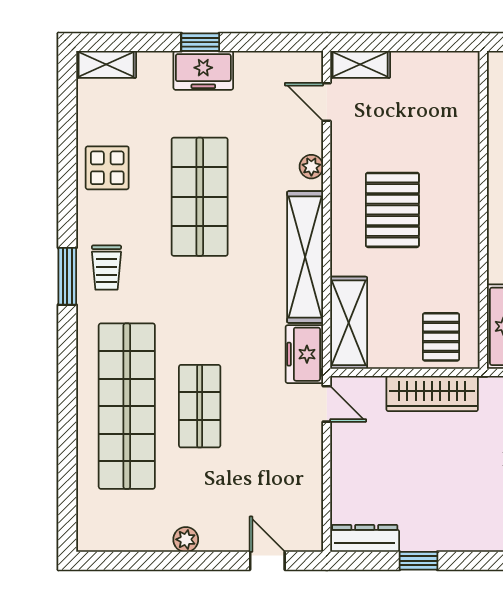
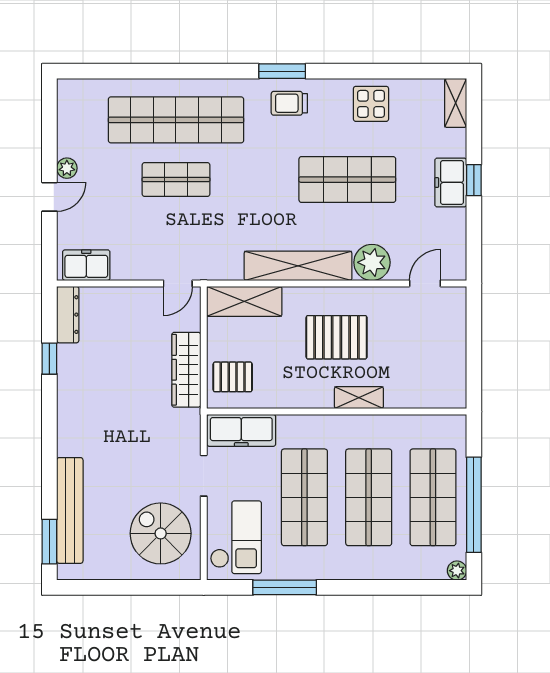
shelving: (360, 64) -> (359, 398), moved, turned 90
plant: (311, 167) -> (372, 262), width x1.88, depth x1.88
freezer: (304, 354) -> (86, 265), moved
door: (267, 561) -> (49, 197), moved

